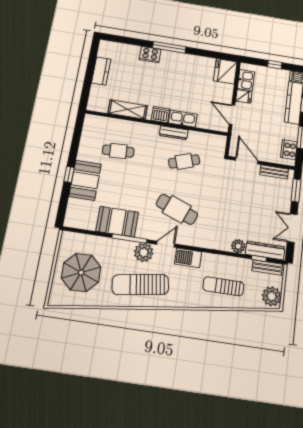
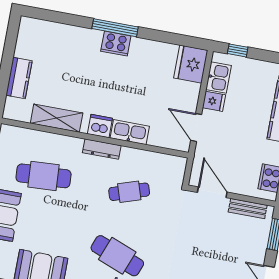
cooker: (150, 55) -> (116, 44), moved
window: (275, 65) -> (238, 50), moved
kitchen counter: (101, 71) -> (19, 78), moved
dresser: (174, 133) -> (102, 149), moved
cafe table: (118, 151) -> (44, 176), width x1.37, depth x1.35

